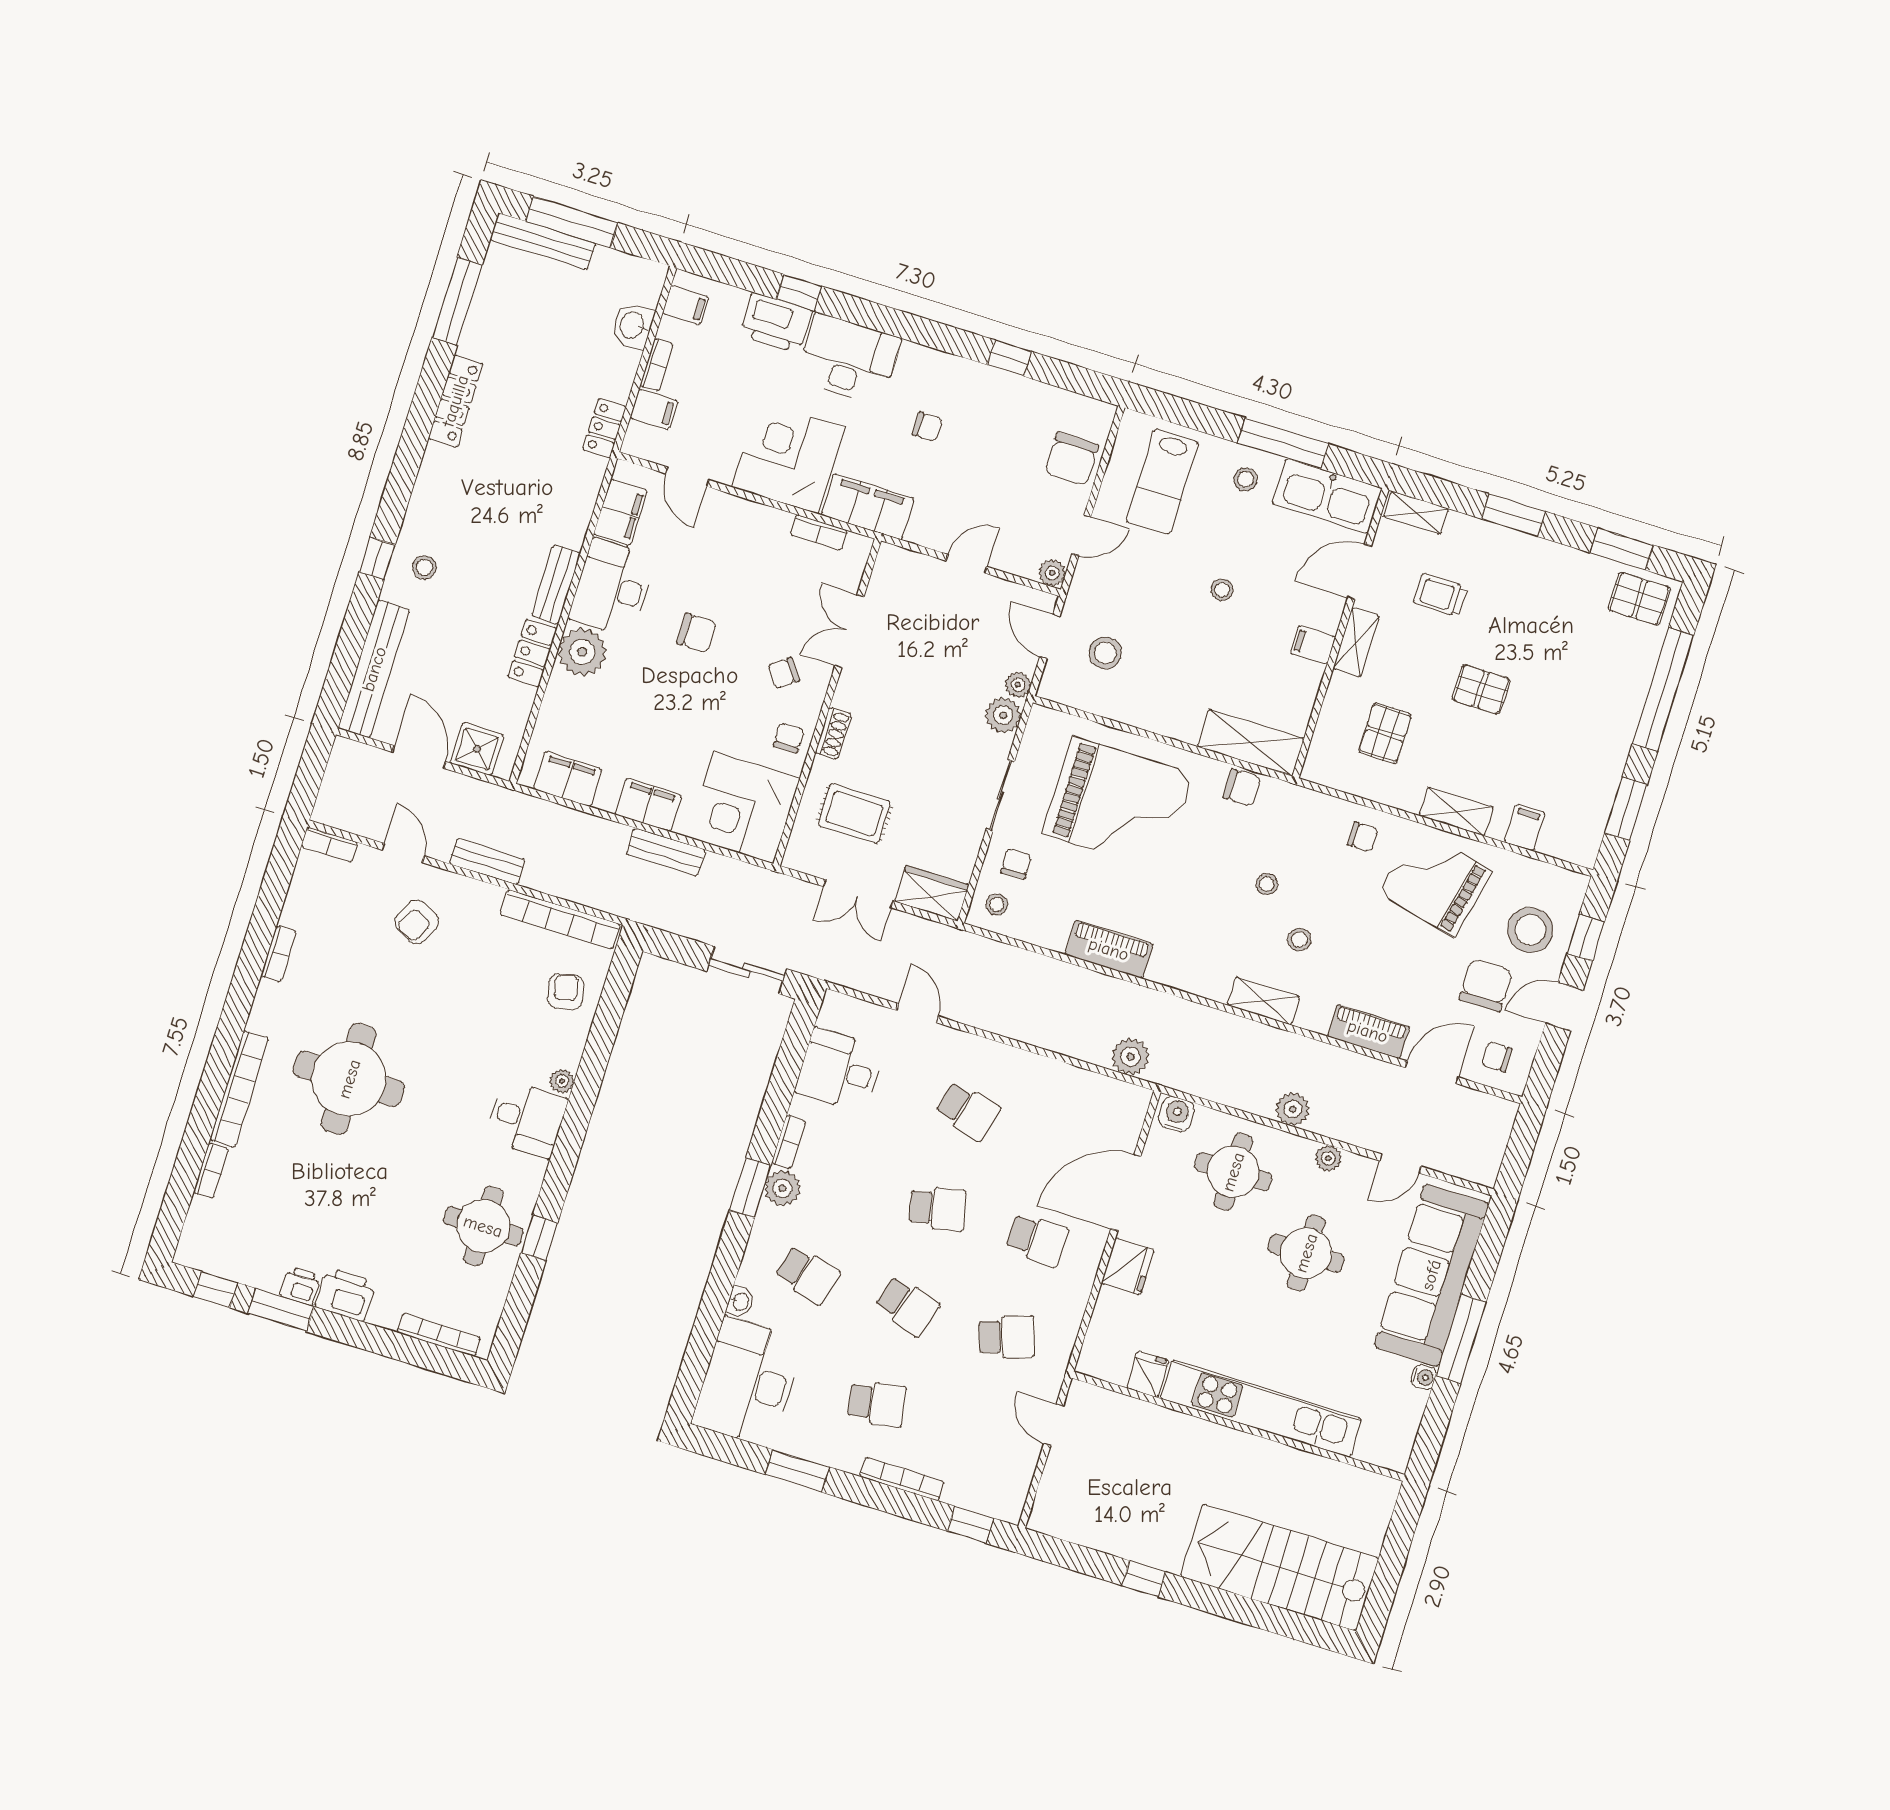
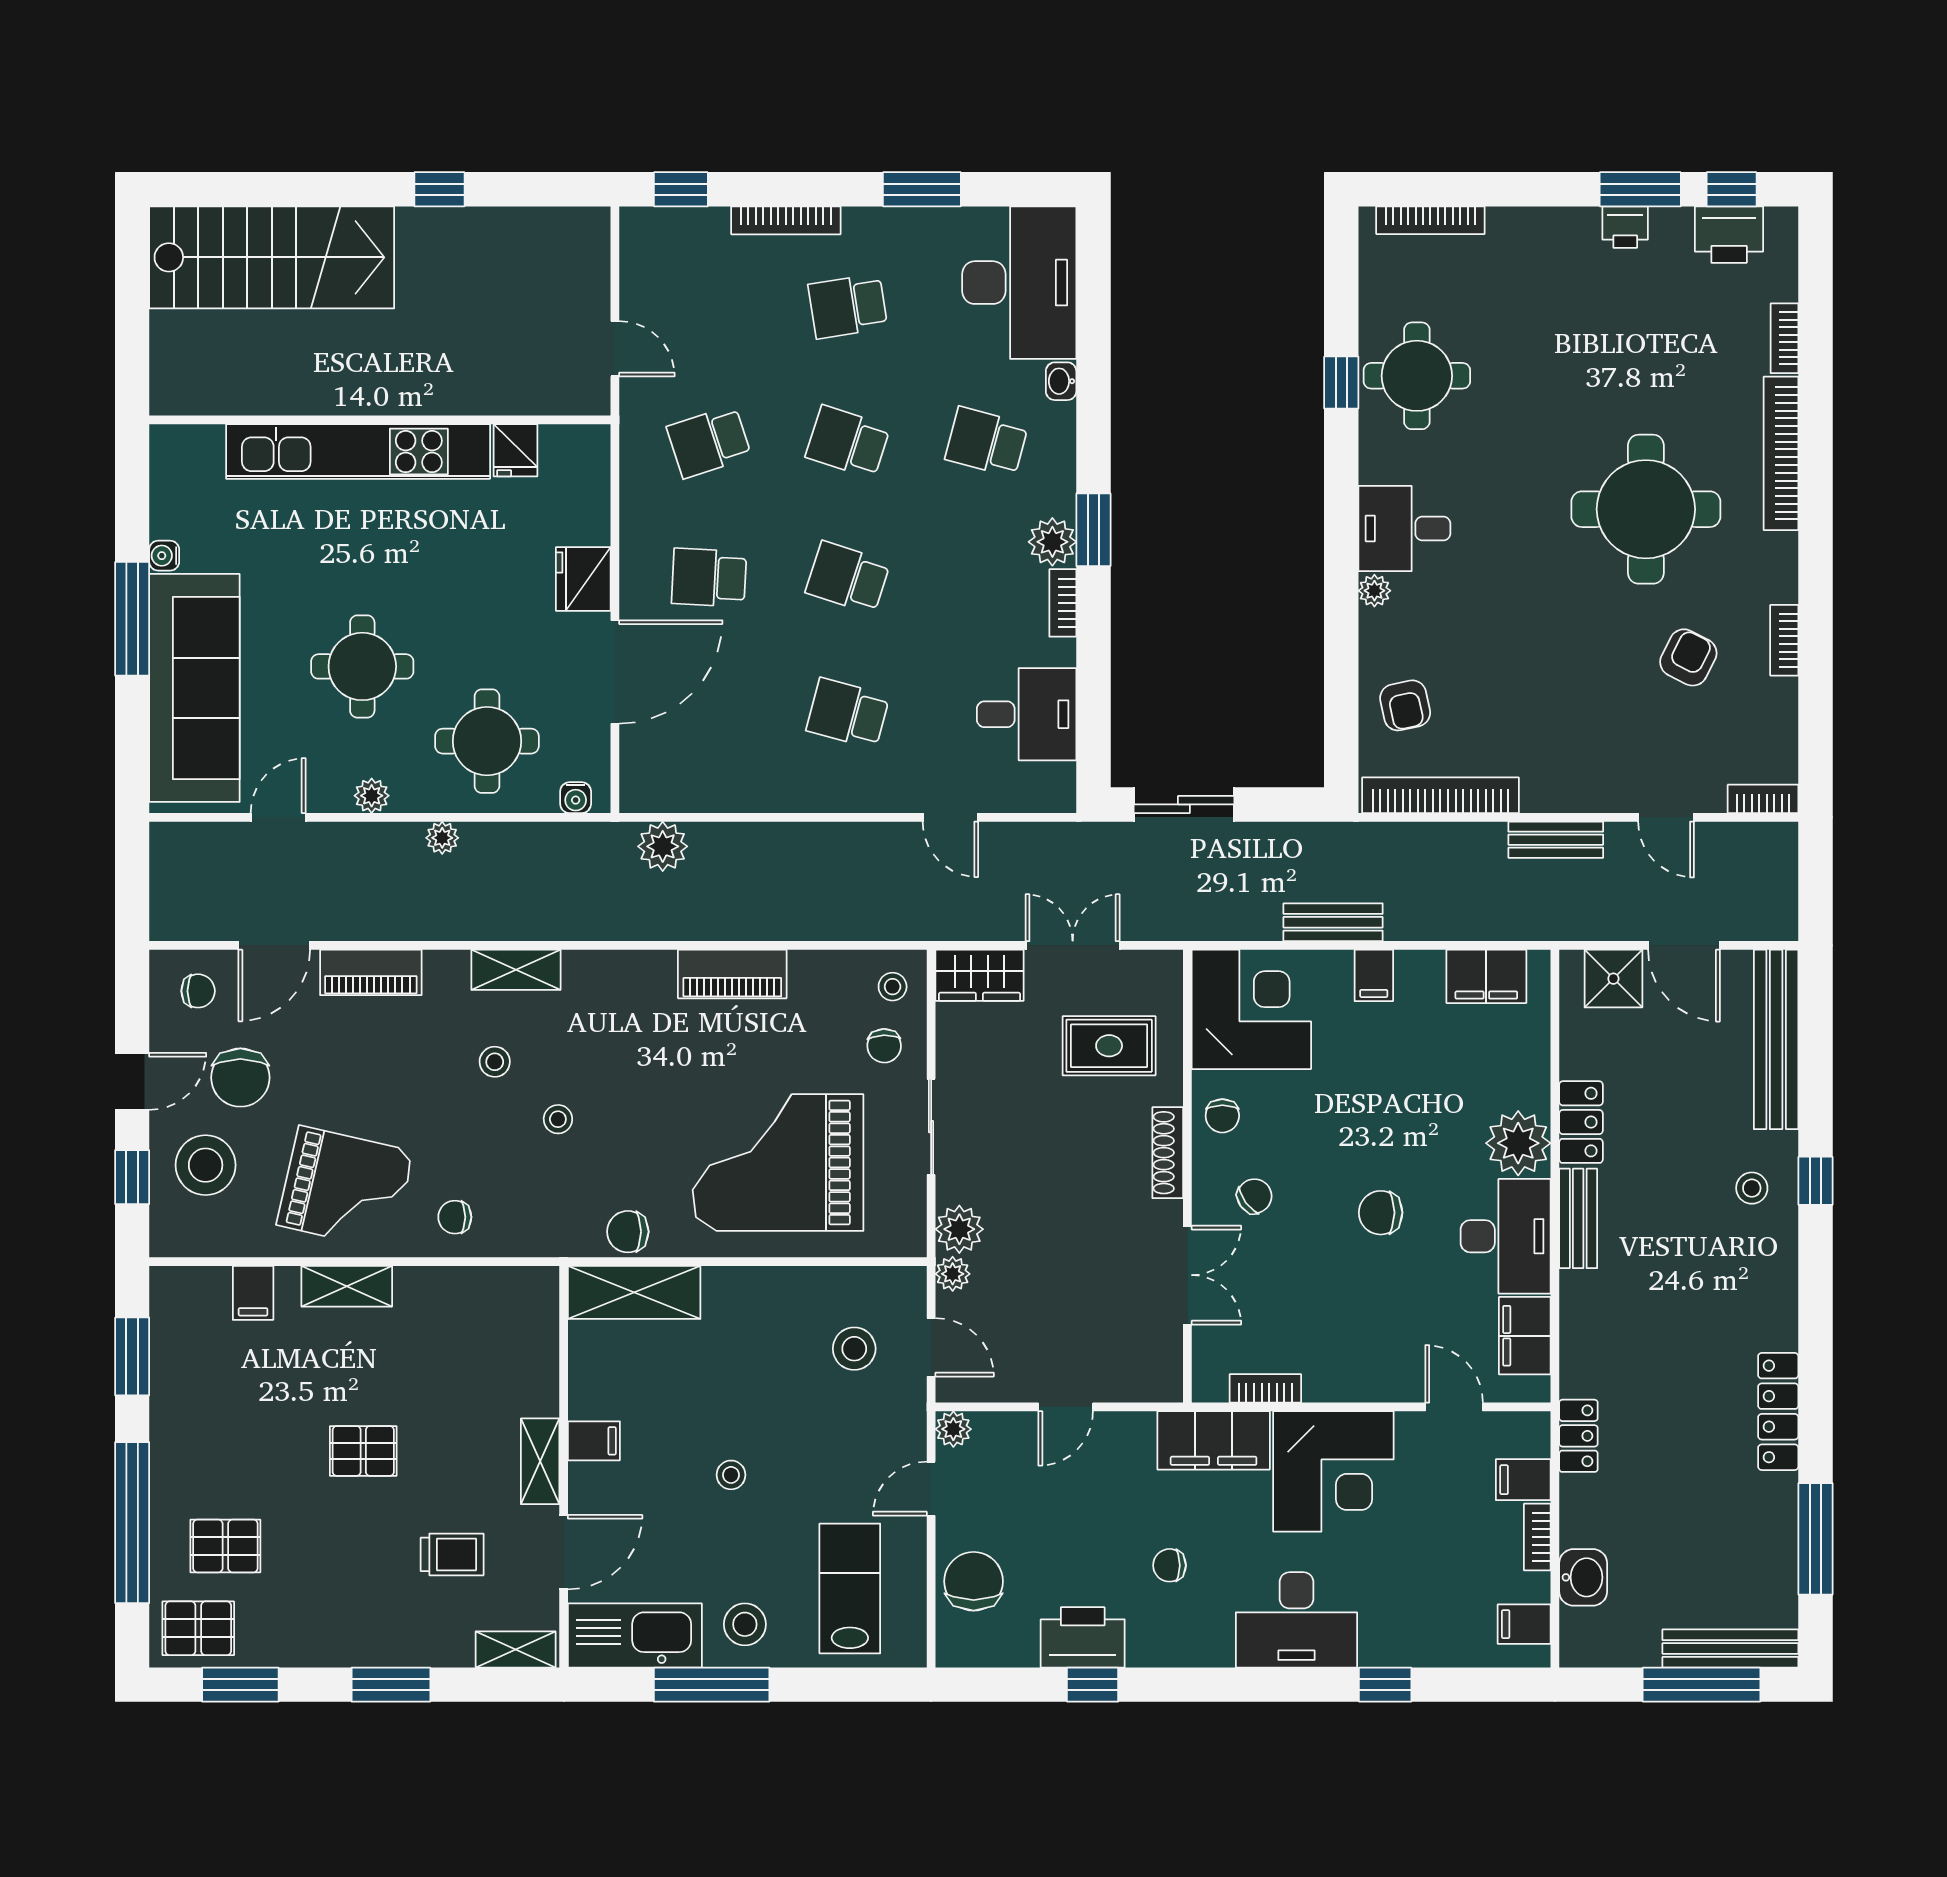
printer: (776, 323) -> (1083, 1637), moved
stool: (1246, 479) -> (745, 1624), width x1.37, depth x1.37
shoe rack: (833, 733) -> (1168, 1153), width x1.43
pallet: (1385, 733) -> (225, 1546), moved, turned 90
filing cabinet: (648, 805) -> (1374, 975), width x0.50
armchair: (417, 922) -> (1688, 657), moved
plant: (1293, 1109) -> (442, 838), width x0.73, depth x0.73
water cooler: (1177, 1114) -> (576, 798), width x0.72, depth x0.72
school desk: (937, 1208) -> (848, 578), turned 30
printer: (346, 1294) -> (1729, 235), moved

